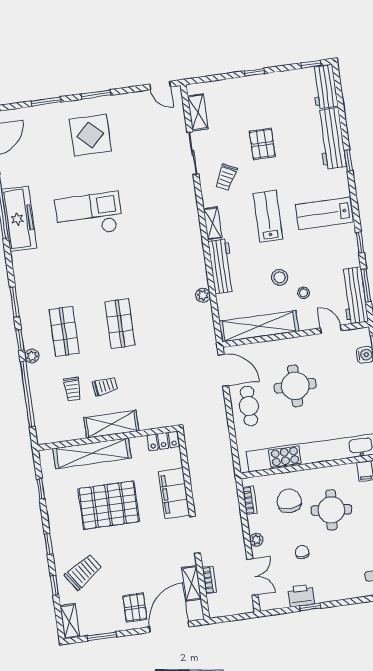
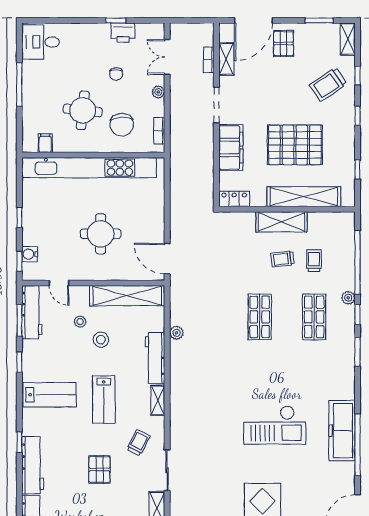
cafe table: (249, 406) -> (148, 221), removed

